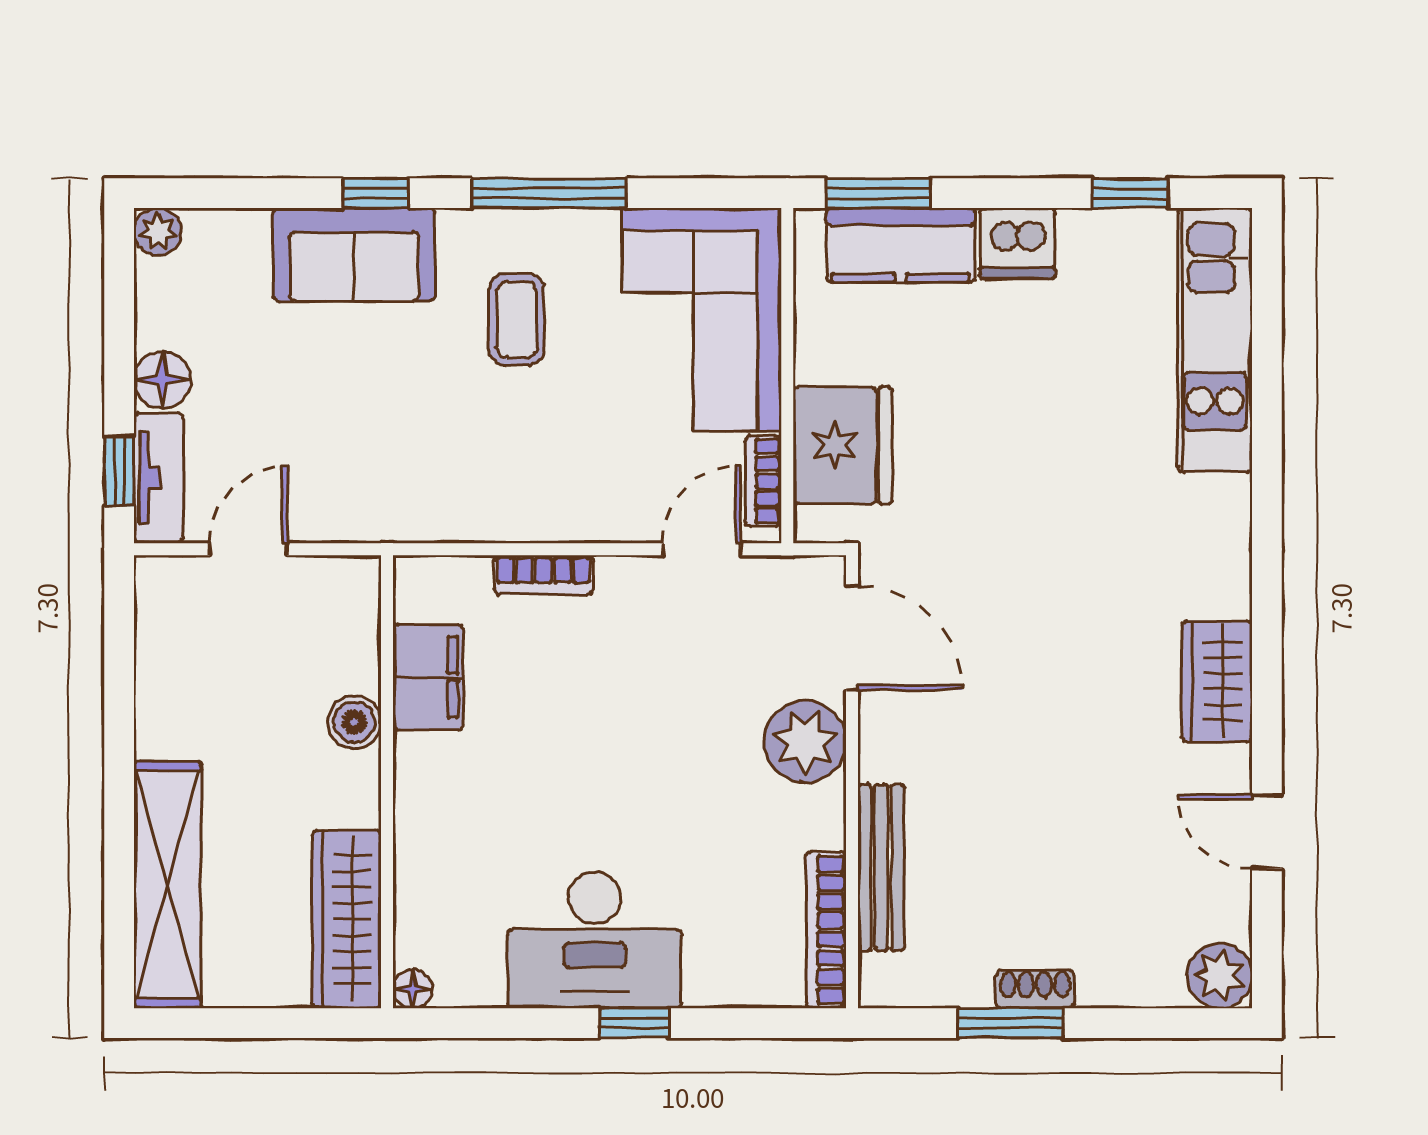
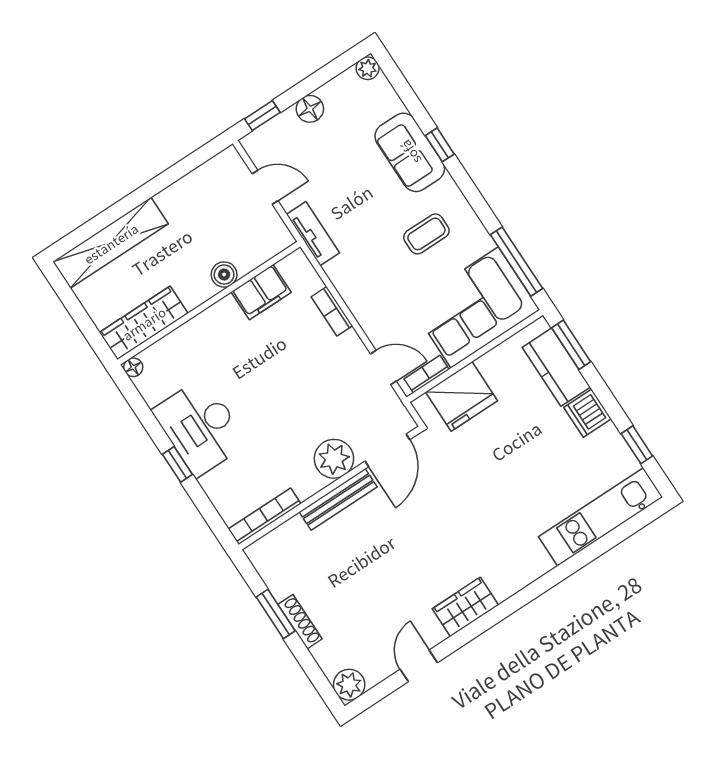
window: (549, 193) -> (516, 262), moved
tv unit: (159, 478) -> (313, 234), moved, turned -90
bench: (881, 868) -> (338, 499), moved
shoe rack: (1035, 989) -> (300, 622), width x1.43

